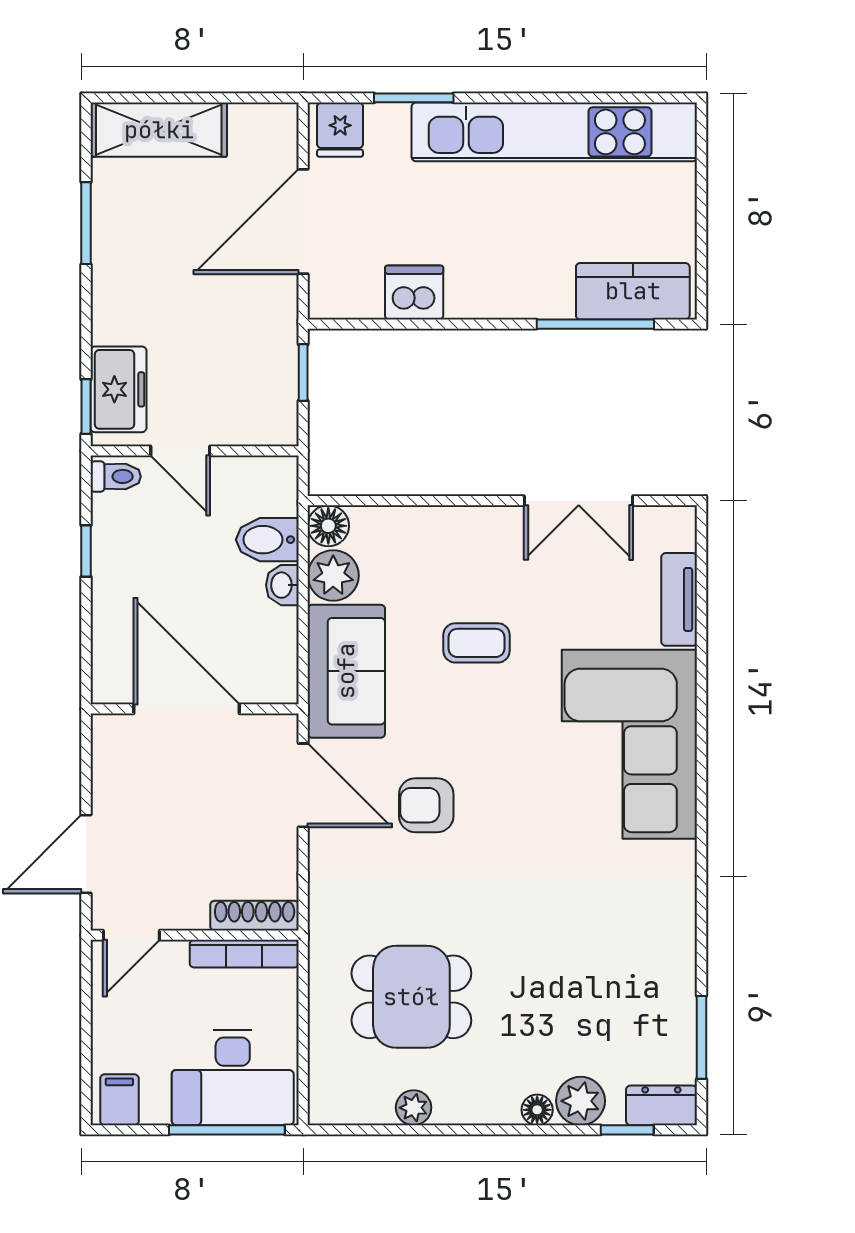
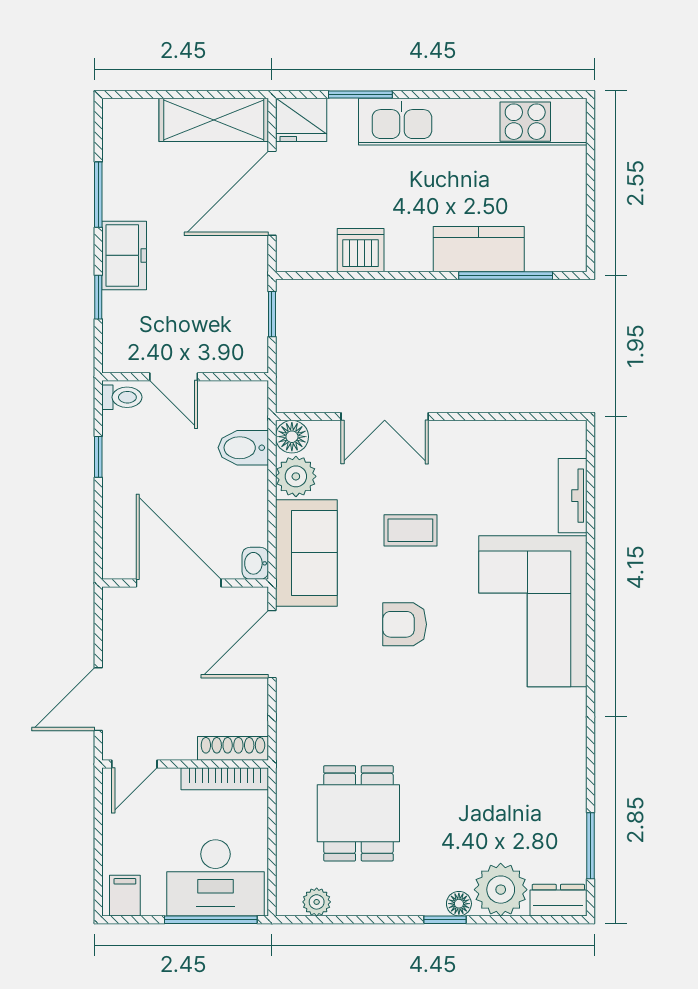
shelving: (159, 130) -> (214, 120), moved
fridge: (340, 130) -> (301, 120), width x1.38
kitchen counter: (633, 291) -> (479, 249), moved
freezer: (118, 389) -> (124, 255), moved
window: (86, 406) -> (98, 297), moved
double door: (579, 501) -> (385, 417), moved
washbasin: (282, 585) -> (255, 563), moved
door: (303, 785) -> (272, 644), swing flipped
armchair: (426, 805) -> (405, 624), moved
dining table: (411, 997) -> (358, 813), turned 90
plant: (581, 1101) -> (501, 890), width x1.36, depth x1.36
plant: (414, 1108) -> (317, 902), moved
window: (627, 1130) -> (445, 920), moved

